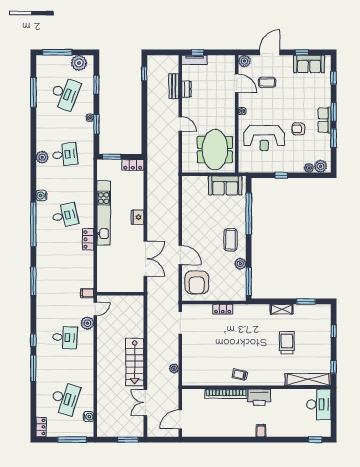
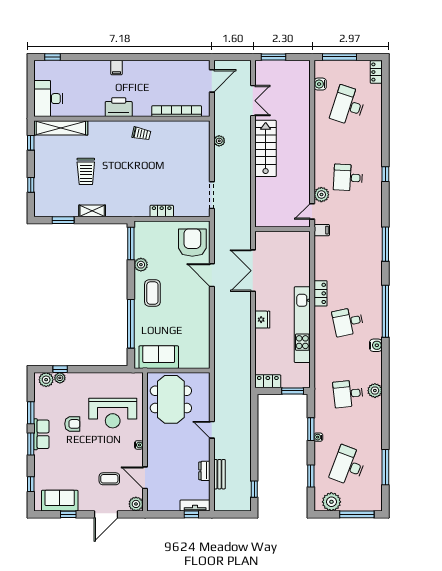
reception desk: (264, 138) -> (113, 413), turned 180
window: (281, 175) -> (60, 369), moved
window: (33, 368) -> (385, 141), removed
bookcase: (226, 394) -> (177, 111), moved

